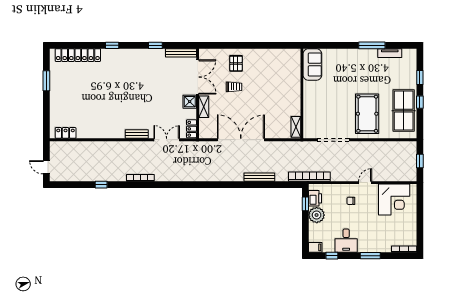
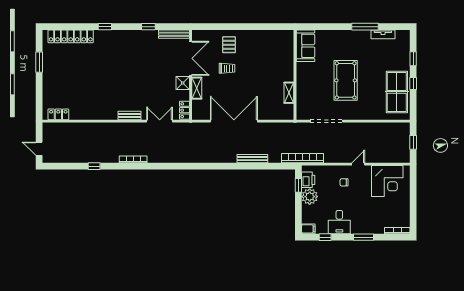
pool table: (367, 114) -> (346, 80), moved
shelving: (296, 127) -> (289, 93), moved

